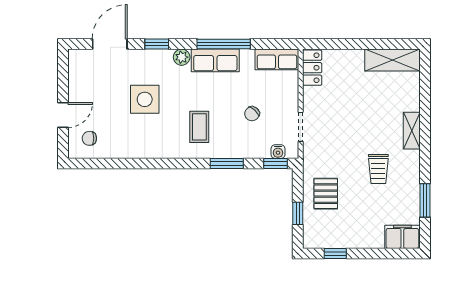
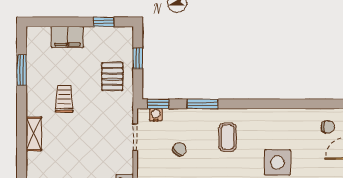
filing cabinet: (402, 237) -> (67, 37), moved

